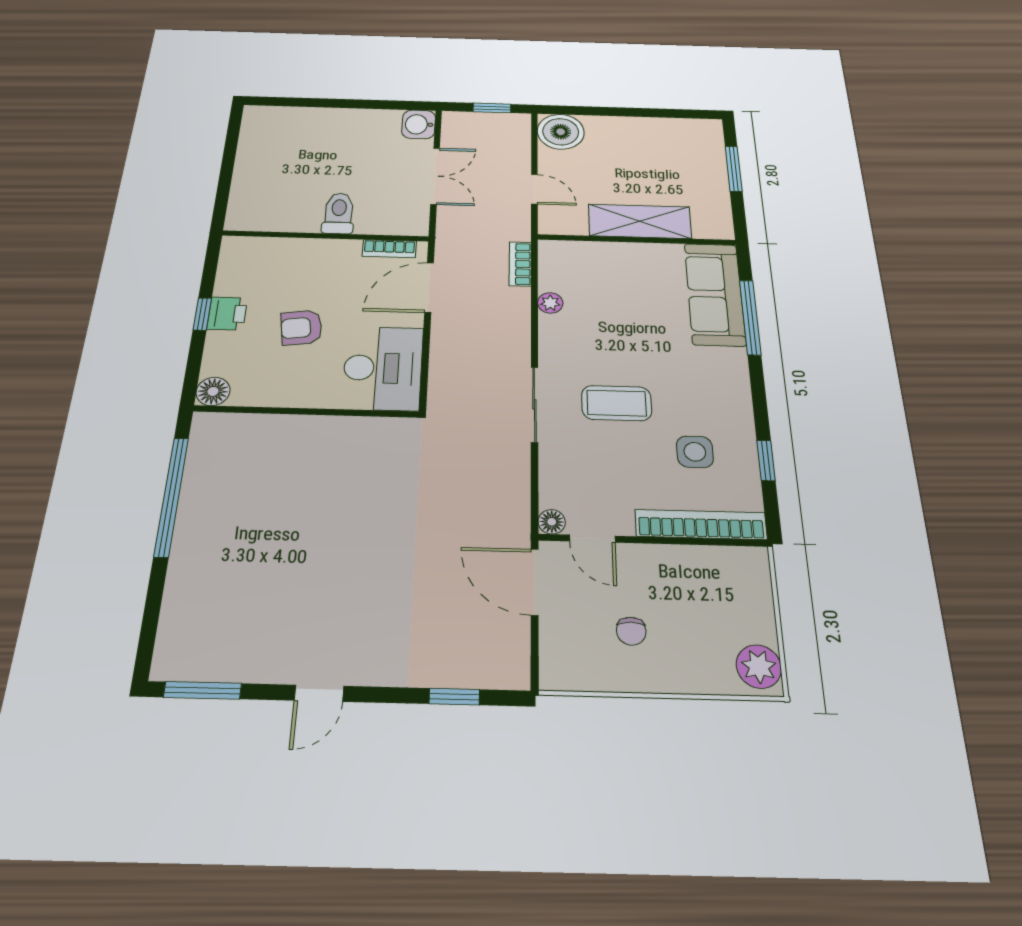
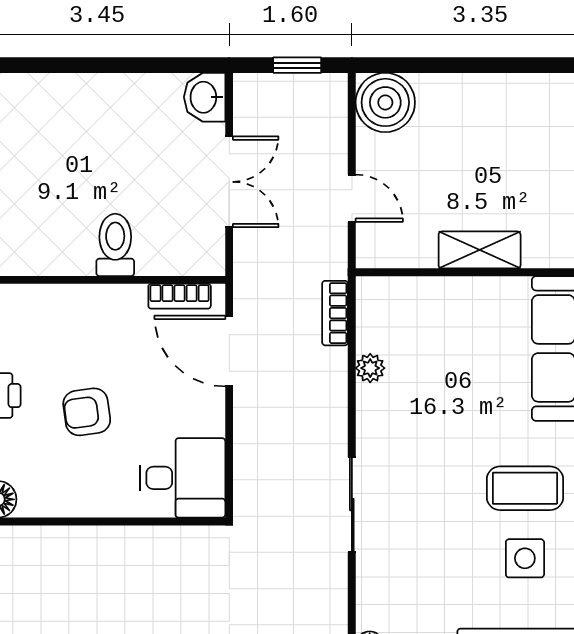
shelving: (640, 221) -> (480, 250), width x0.67, depth x0.75
door: (429, 288) -> (229, 351), hinge flipped
desk: (383, 368) -> (182, 478), width x0.73
coffee table: (617, 403) -> (525, 488), moved

